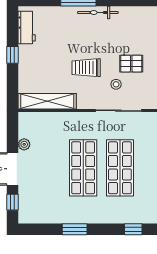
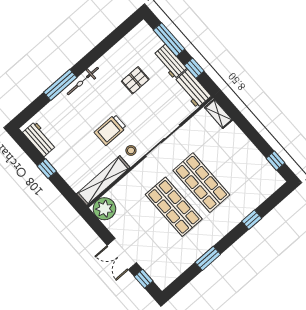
pallet: (131, 64) -> (135, 80), moved
stool: (116, 84) -> (131, 150), moved
plant: (24, 144) -> (104, 209), moved, width x1.88, depth x1.88

